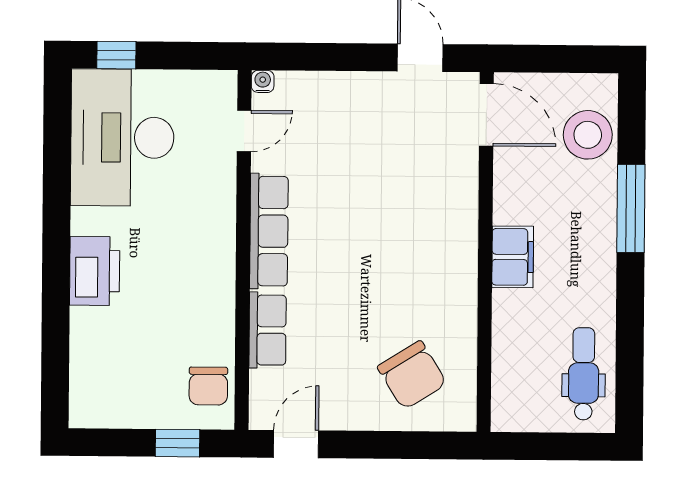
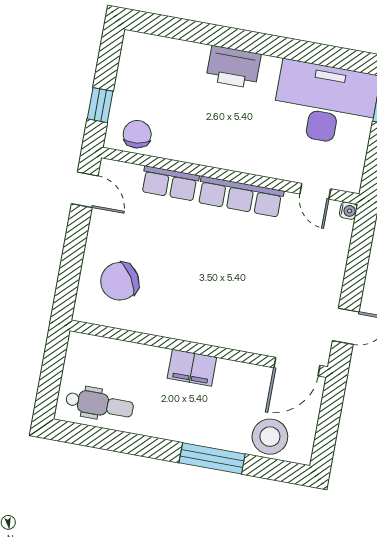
chair: (208, 386) -> (137, 134), turned 82

